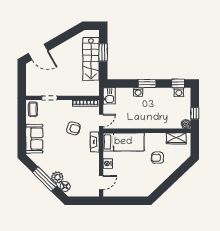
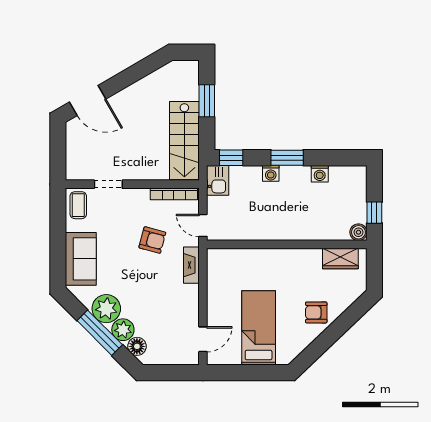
stairs: (91, 59) -> (184, 141), moved
window: (178, 83) -> (231, 158), moved
washing machine: (179, 92) -> (320, 174), moved
door: (101, 120) -> (203, 225), swing flipped
bed: (123, 142) -> (259, 328), moved, turned -90
armchair: (157, 158) -> (316, 312), moved
nightstand: (108, 164) -> (215, 304), removed
plant: (48, 166) -> (106, 309), added

